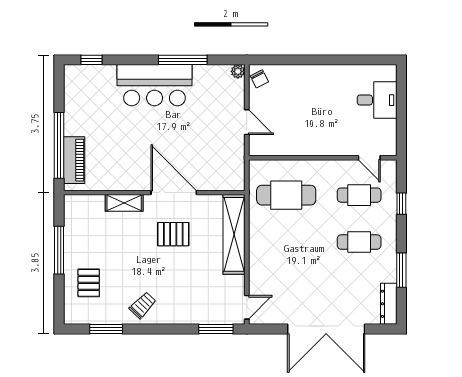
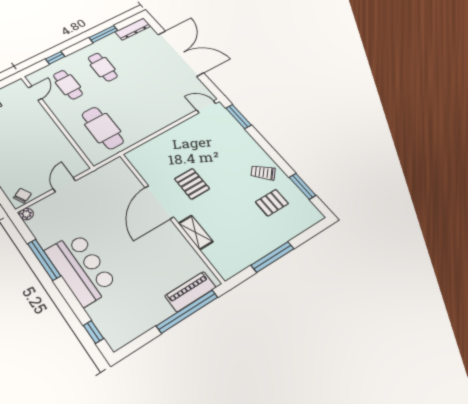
shelving: (234, 234) -> (159, 144), removed
pallet: (89, 283) -> (272, 203), moved

